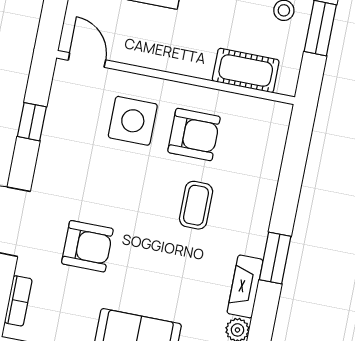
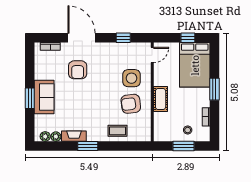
cot: (246, 71) -> (161, 99), moved
armchair: (194, 135) -> (131, 104), turned 83
coffee table: (196, 205) -> (118, 131), moved

